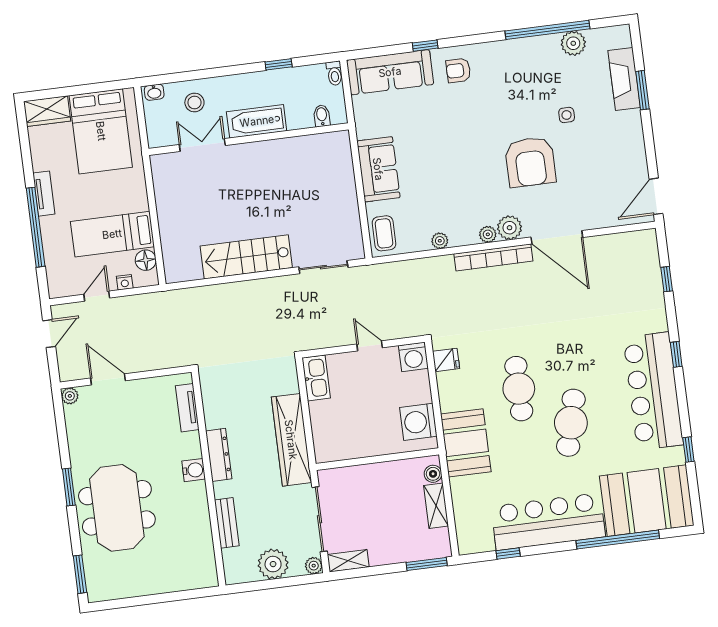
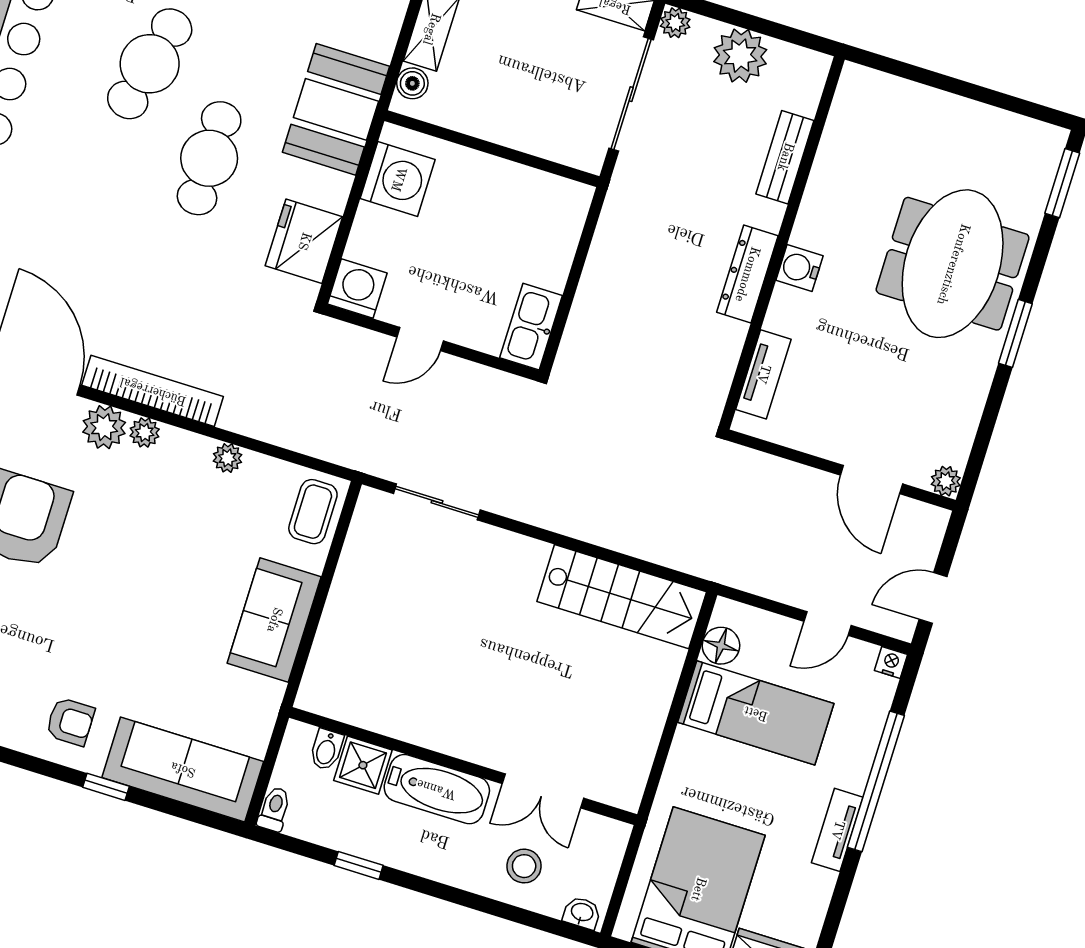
shower: (300, 116) -> (363, 765), added
stairs: (246, 257) -> (622, 597), moved
nightstand: (125, 282) -> (891, 662), moved
door: (370, 346) -> (420, 339), hinge flipped
fridge: (446, 360) -> (304, 241), width x1.88, depth x1.34
wardrobe: (291, 440) -> (618, 244), removed

